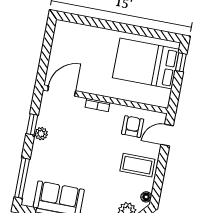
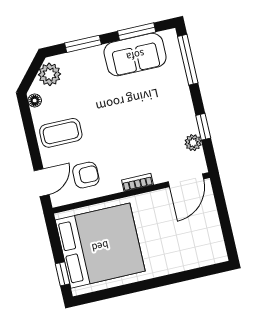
bed: (146, 64) -> (100, 246), width x1.36
armchair: (133, 127) -> (86, 175), turned -90
plant: (41, 134) -> (193, 143), moved

